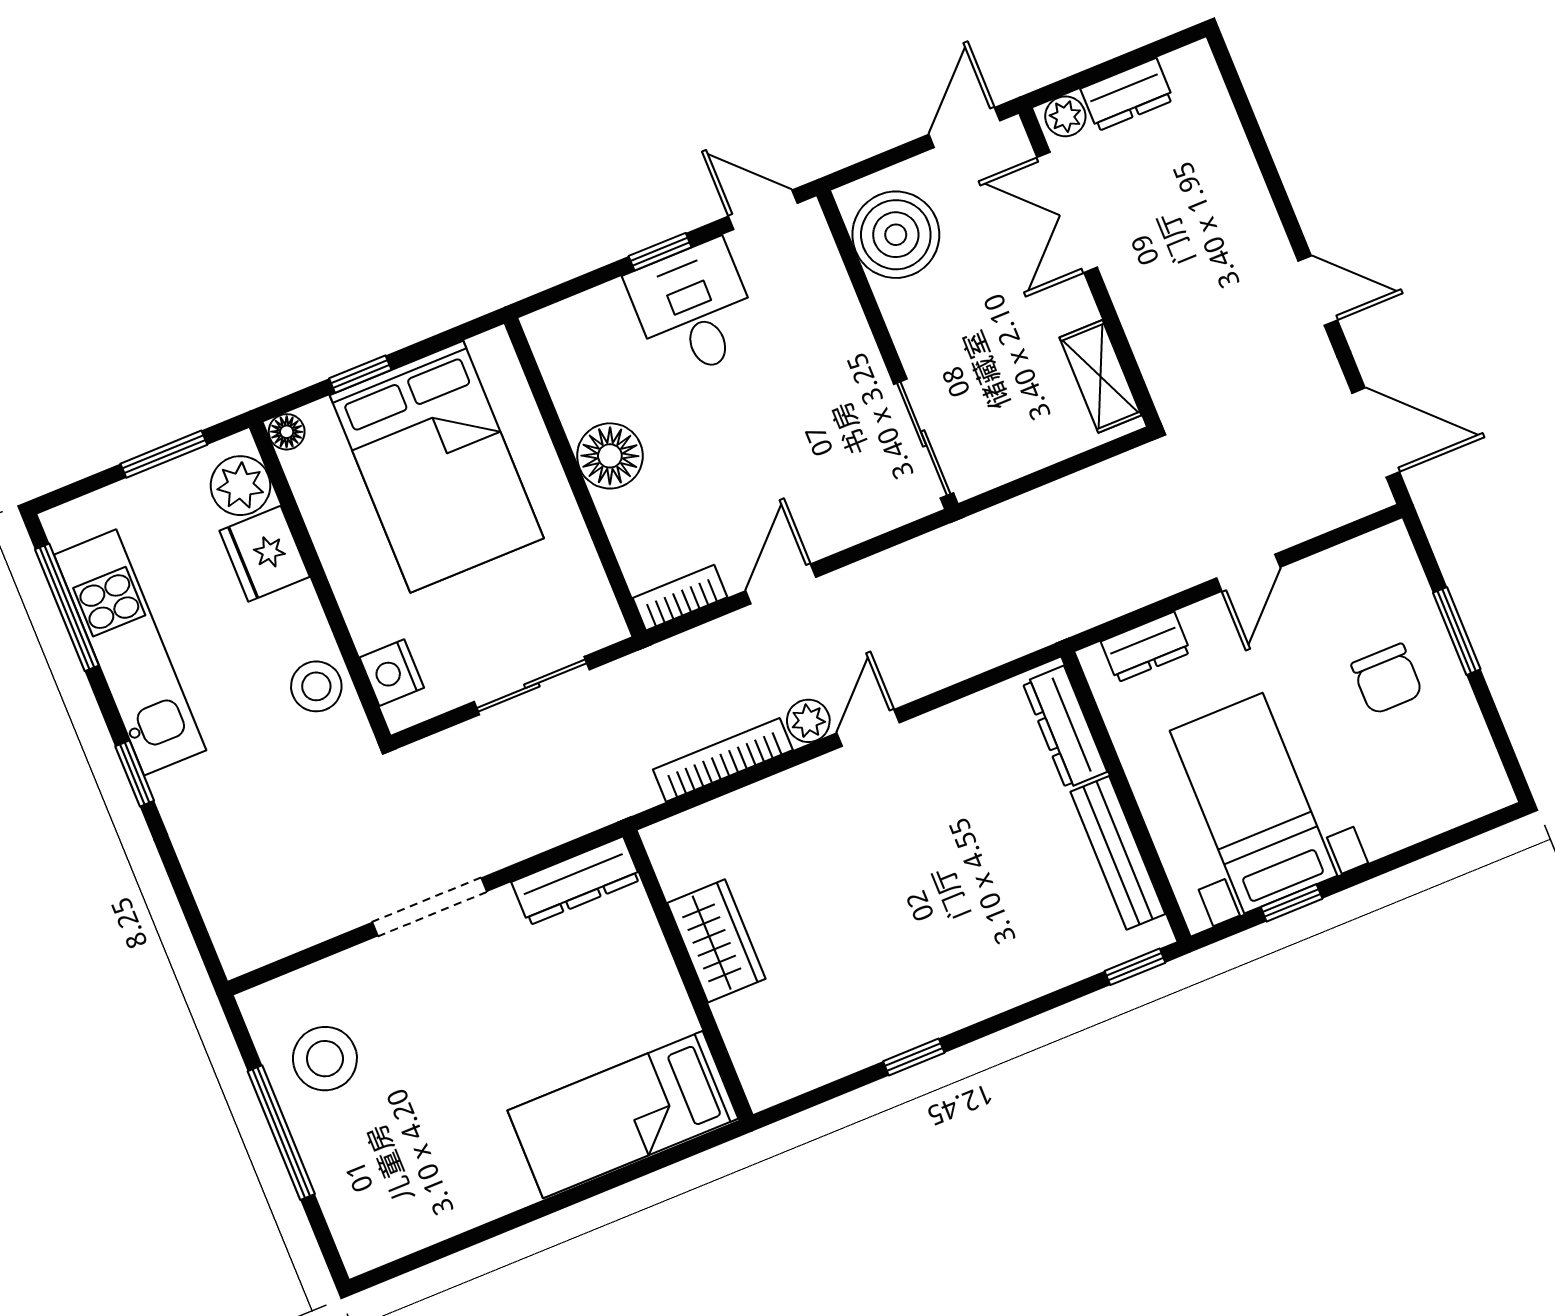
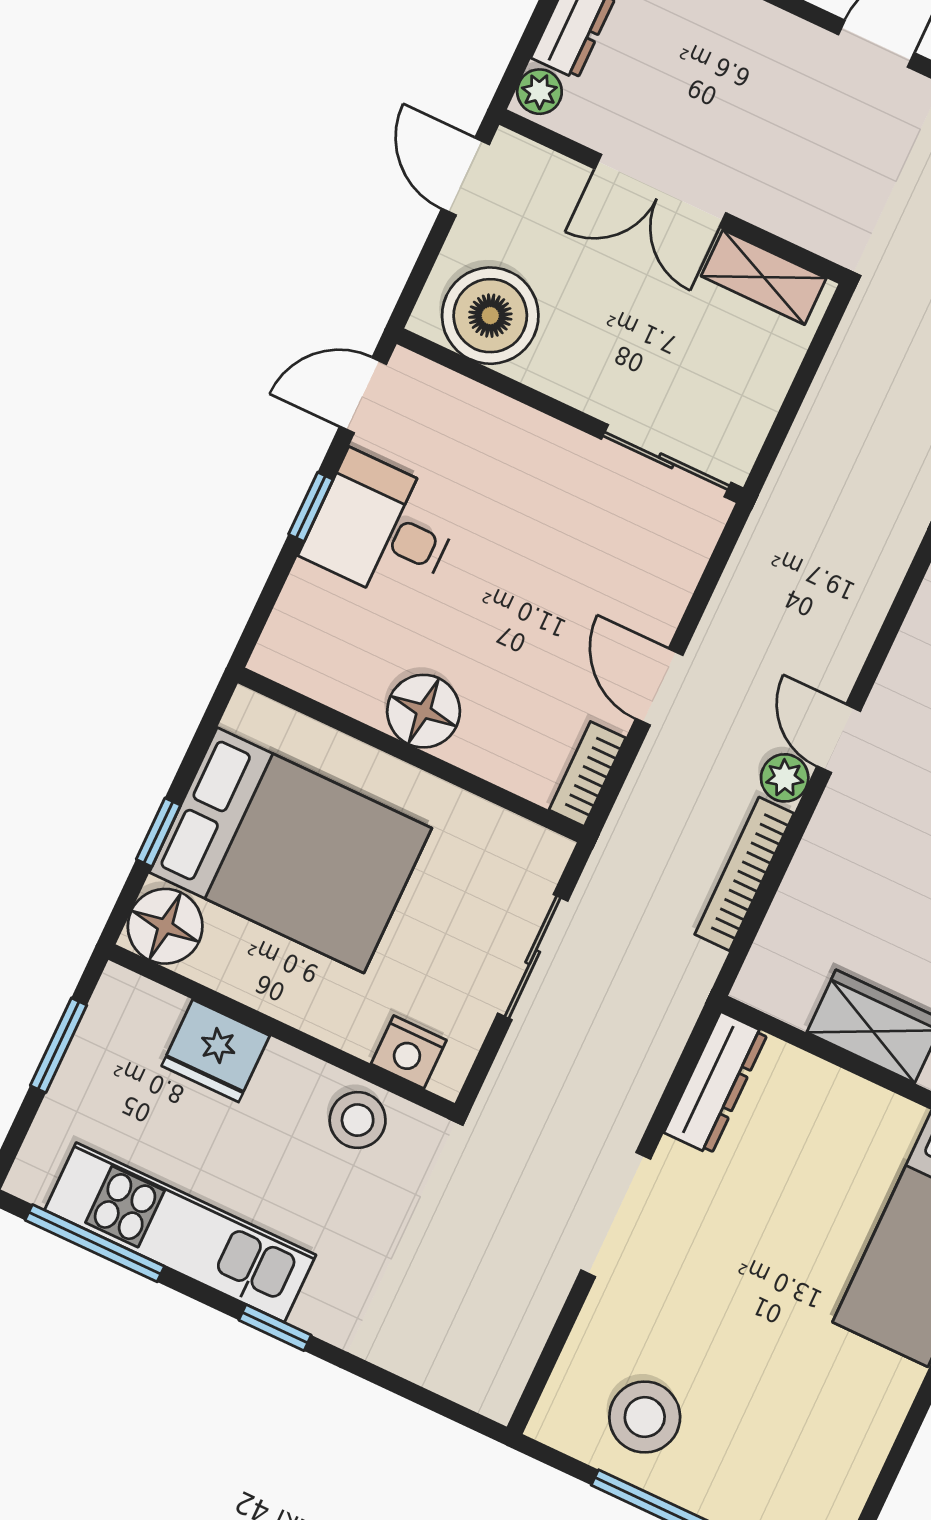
double door: (1067, 212) -> (660, 191), moved
floor lamp: (287, 432) -> (165, 926), width x1.89, depth x1.89
plant: (240, 486) -> (145, 1013), removed

